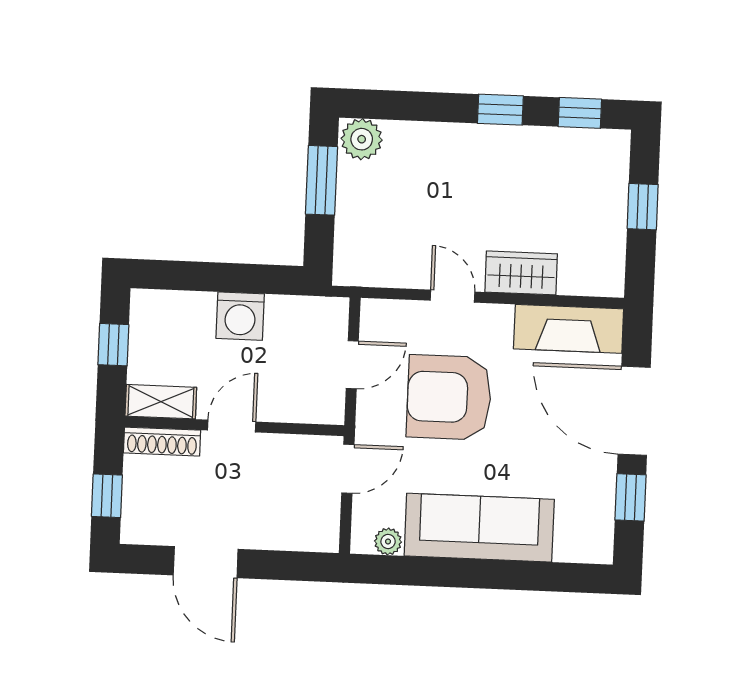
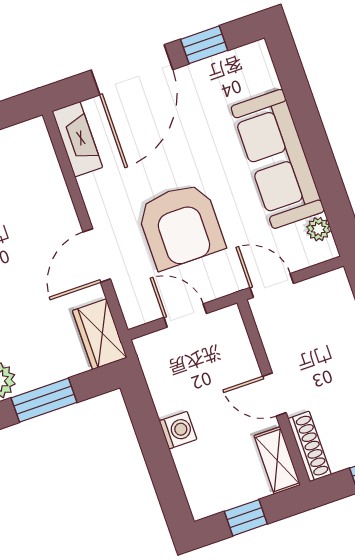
wardrobe: (521, 273) -> (100, 334), moved
door: (453, 296) -> (97, 255), width x1.38
washing machine: (240, 316) -> (178, 430), width x0.73, depth x0.73
fireplace: (569, 329) -> (77, 139), width x0.73, depth x0.76

